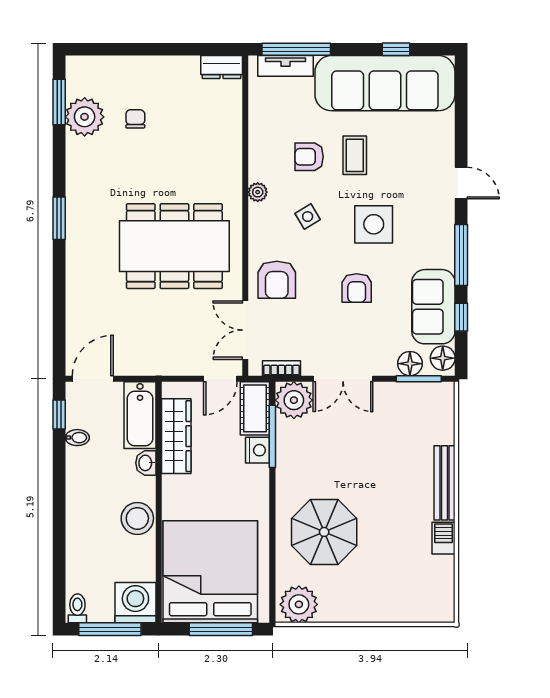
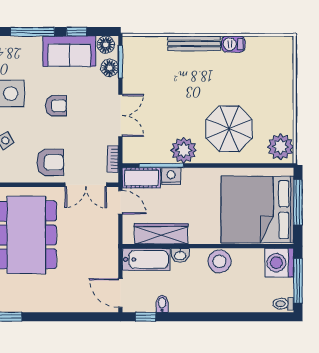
plant: (294, 400) -> (184, 150), moved

